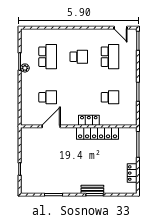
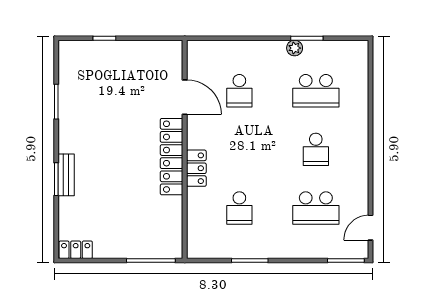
locker: (98, 133) -> (172, 157), moved
locker: (132, 173) -> (76, 250), moved

